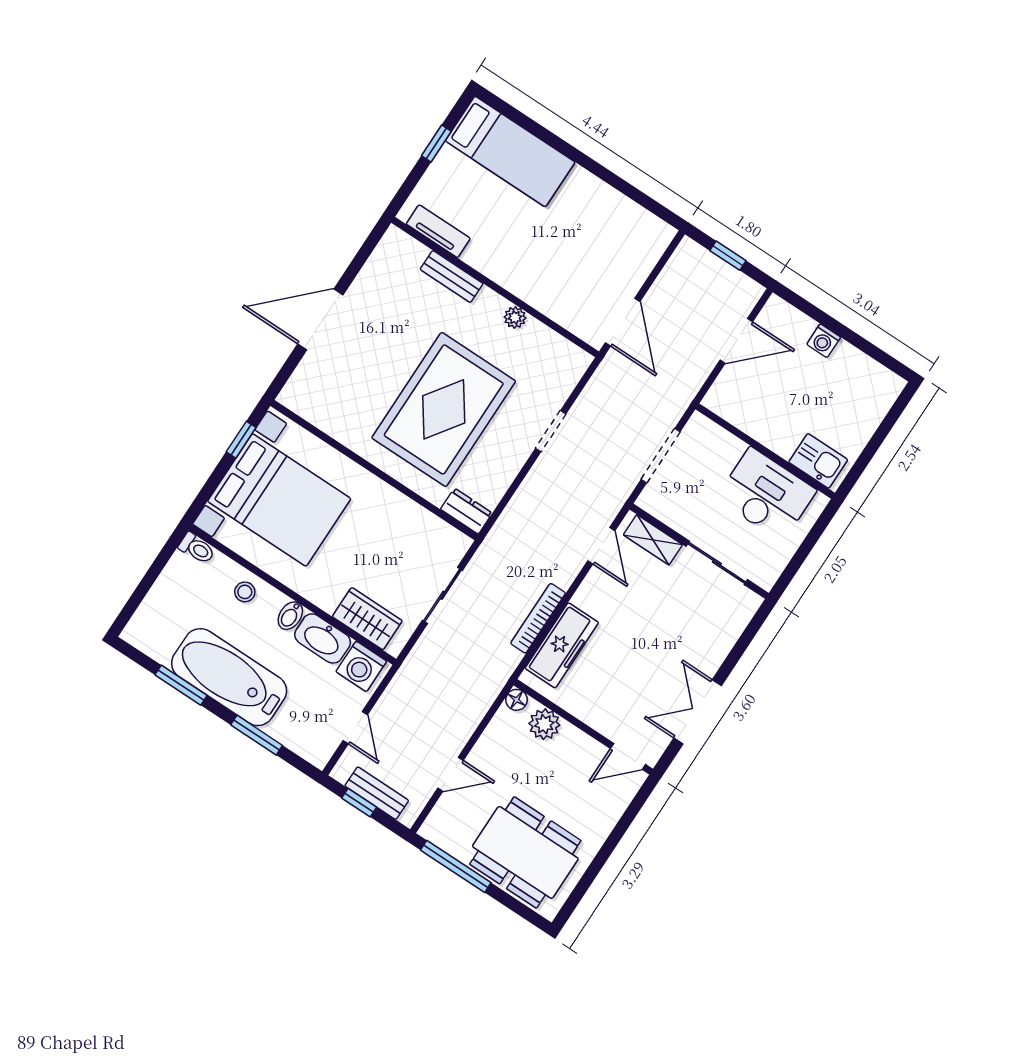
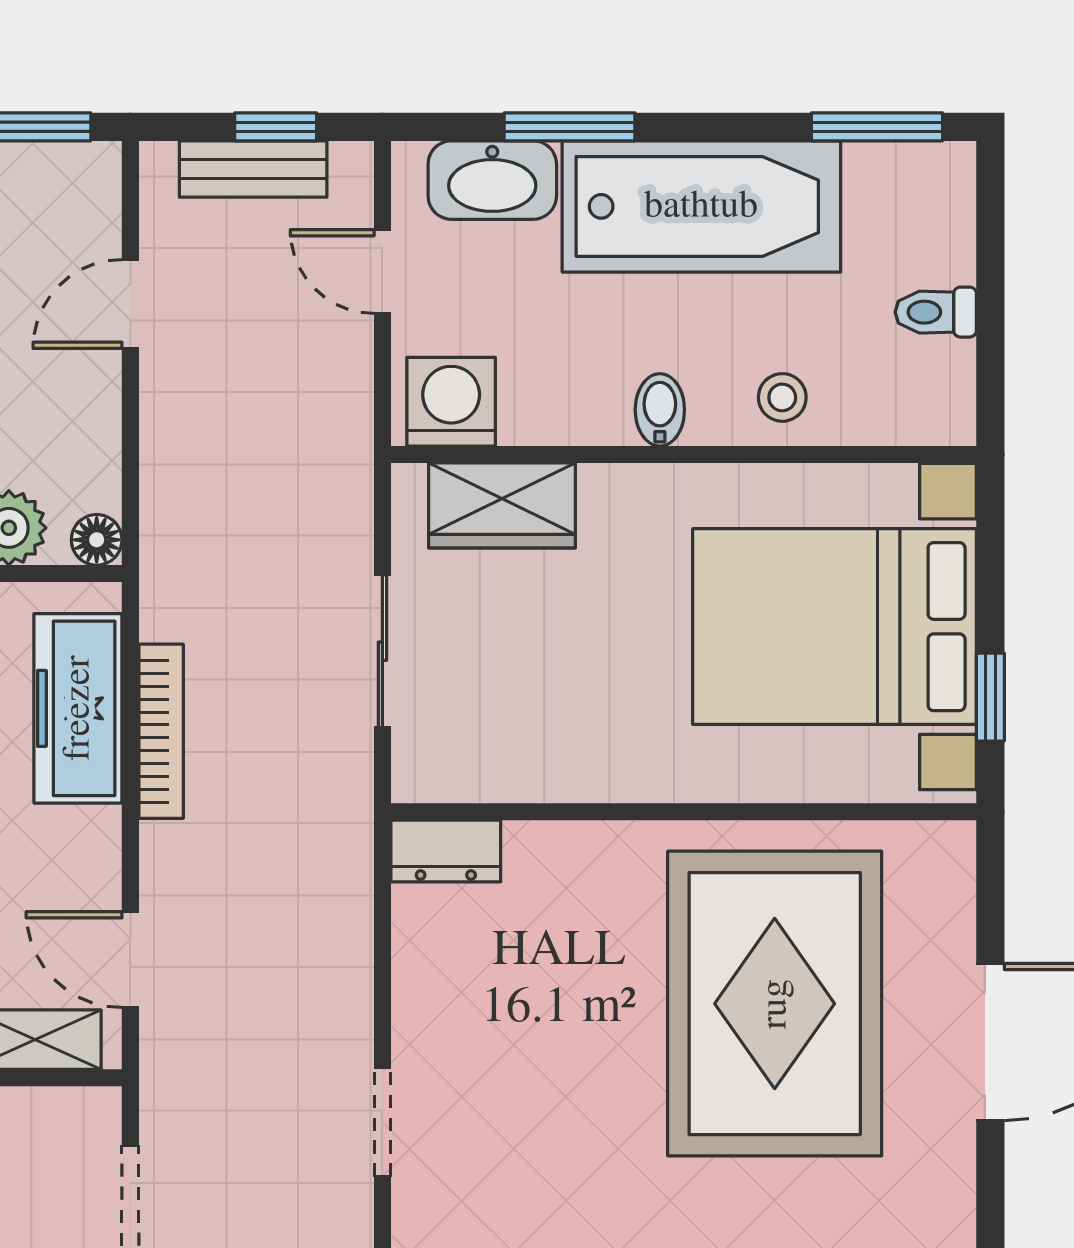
rug: (444, 409) -> (775, 1004), moved
toilet: (197, 548) -> (936, 312), moved
washbasin: (323, 638) -> (492, 180), moved, turned 180
window: (181, 685) -> (877, 127), moved

